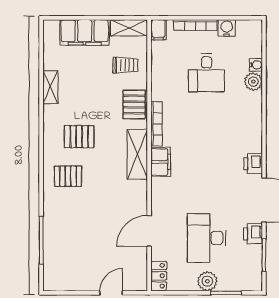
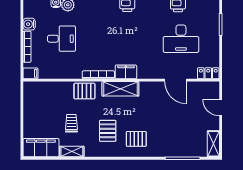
shelving: (129, 28) -> (213, 144), moved
filing cabinet: (85, 32) -> (41, 148), moved, turned -90
trolley: (125, 65) -> (71, 123), moved
pallet: (68, 176) -> (136, 139), turned 90
plant: (207, 281) -> (212, 38), removed

